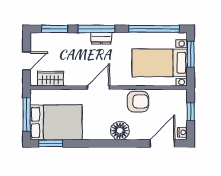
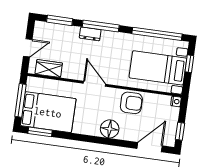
dresser: (101, 38) -> (90, 34), moved
window: (191, 54) -> (189, 64), width x0.67
door: (98, 87) -> (94, 84), hinge flipped
window: (191, 112) -> (180, 131), moved
nightstand: (182, 132) -> (176, 101), moved

